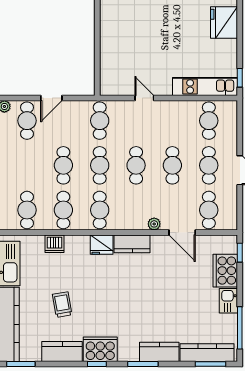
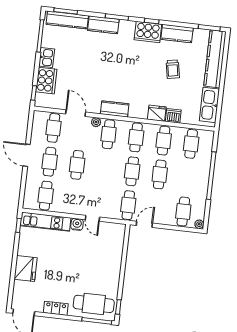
water cooler: (164, 88) -> (77, 224), added
door: (51, 98) -> (144, 224), moved
cafe table: (136, 165) -> (109, 134), moved
fridge: (102, 245) -> (157, 113), moved

